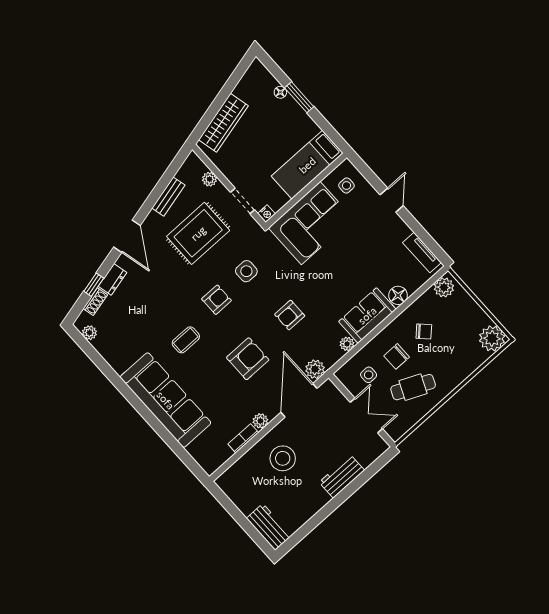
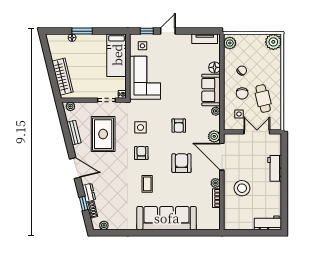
window: (369, 175) -> (147, 31), added
plant: (209, 179) -> (70, 106), moved
door: (392, 200) -> (168, 31), hinge flipped
cafe table: (413, 387) -> (263, 99), turned -37

